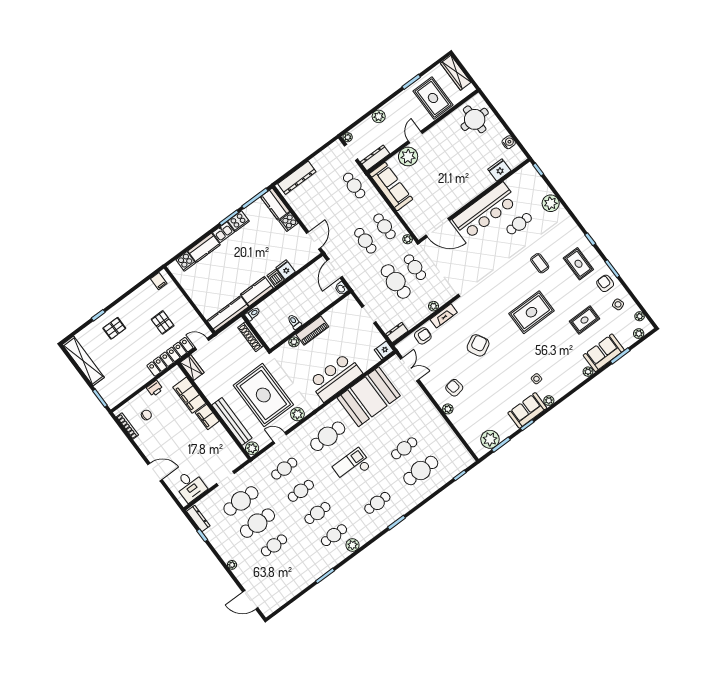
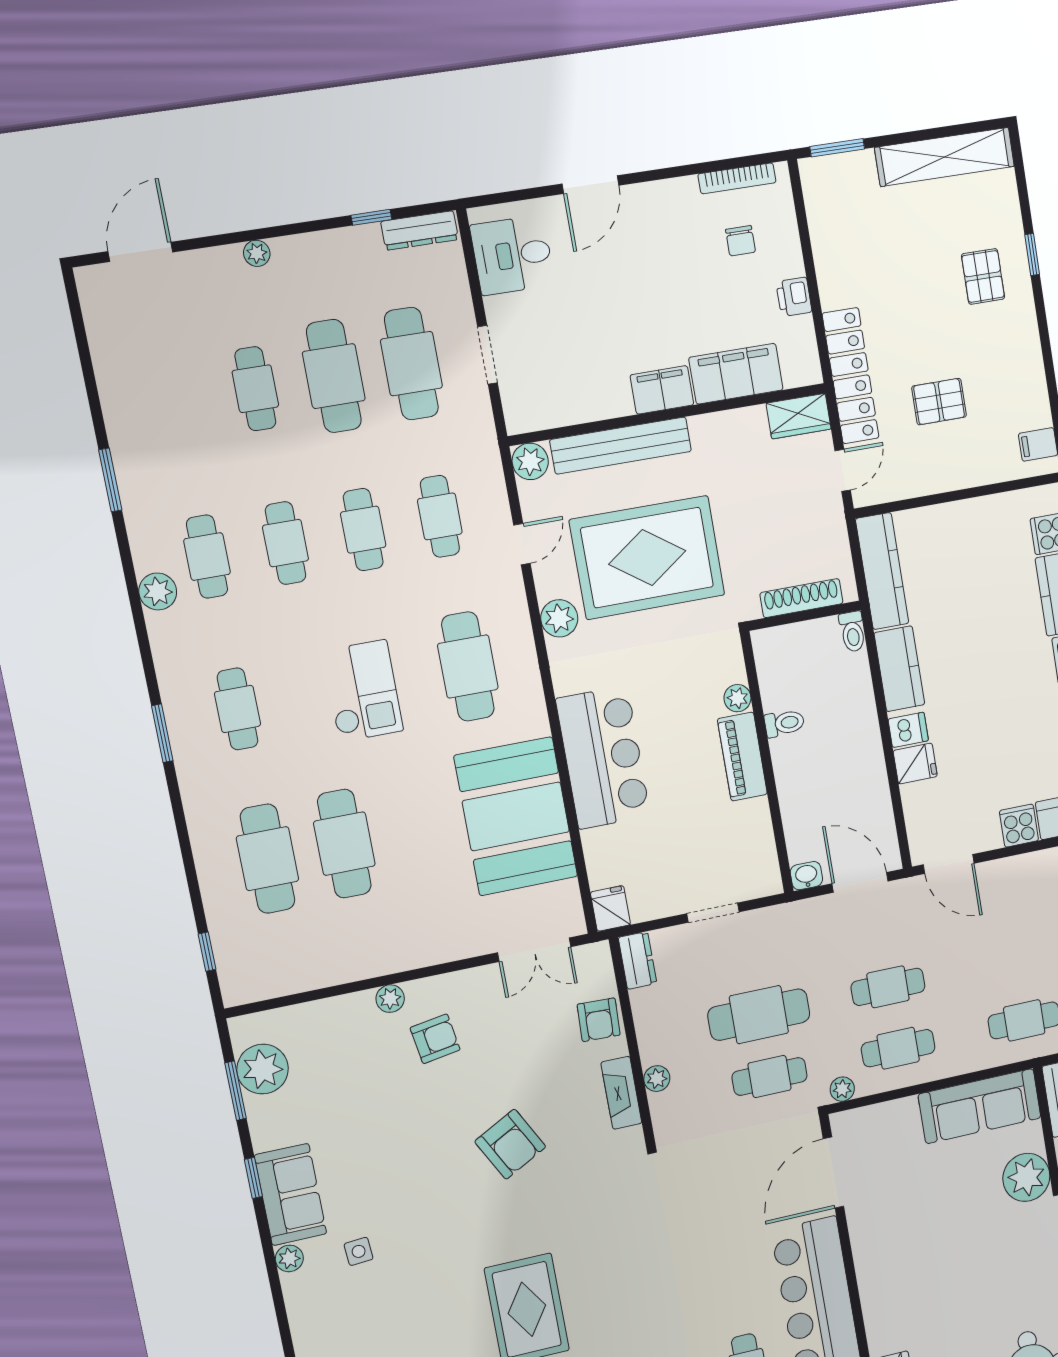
cafe table: (404, 448) -> (344, 844), width x1.37, depth x1.35

